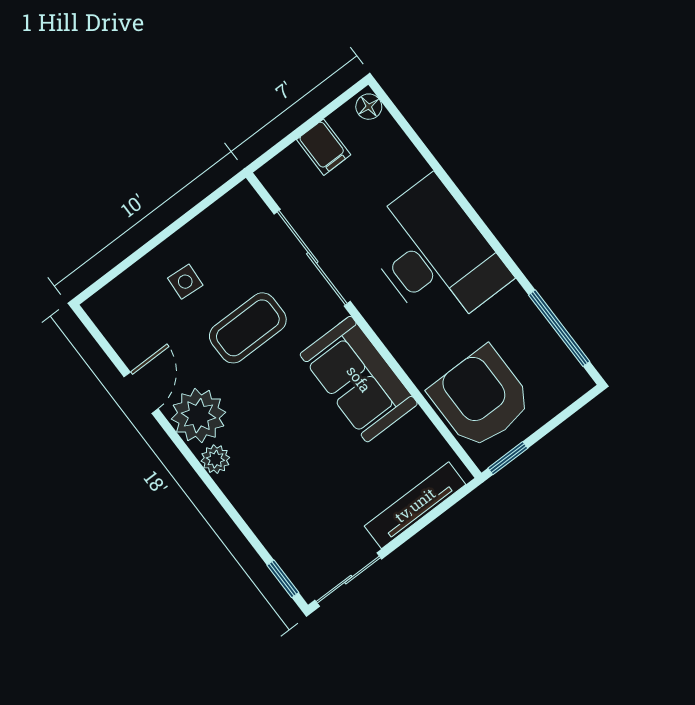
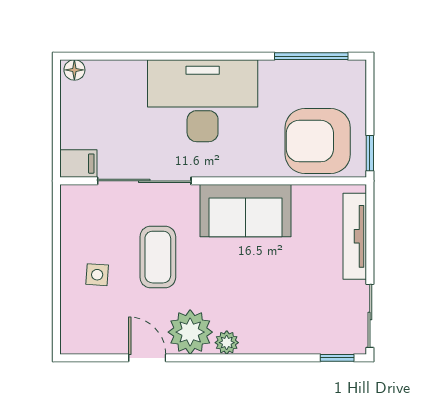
filing cabinet: (324, 147) -> (78, 164), moved

